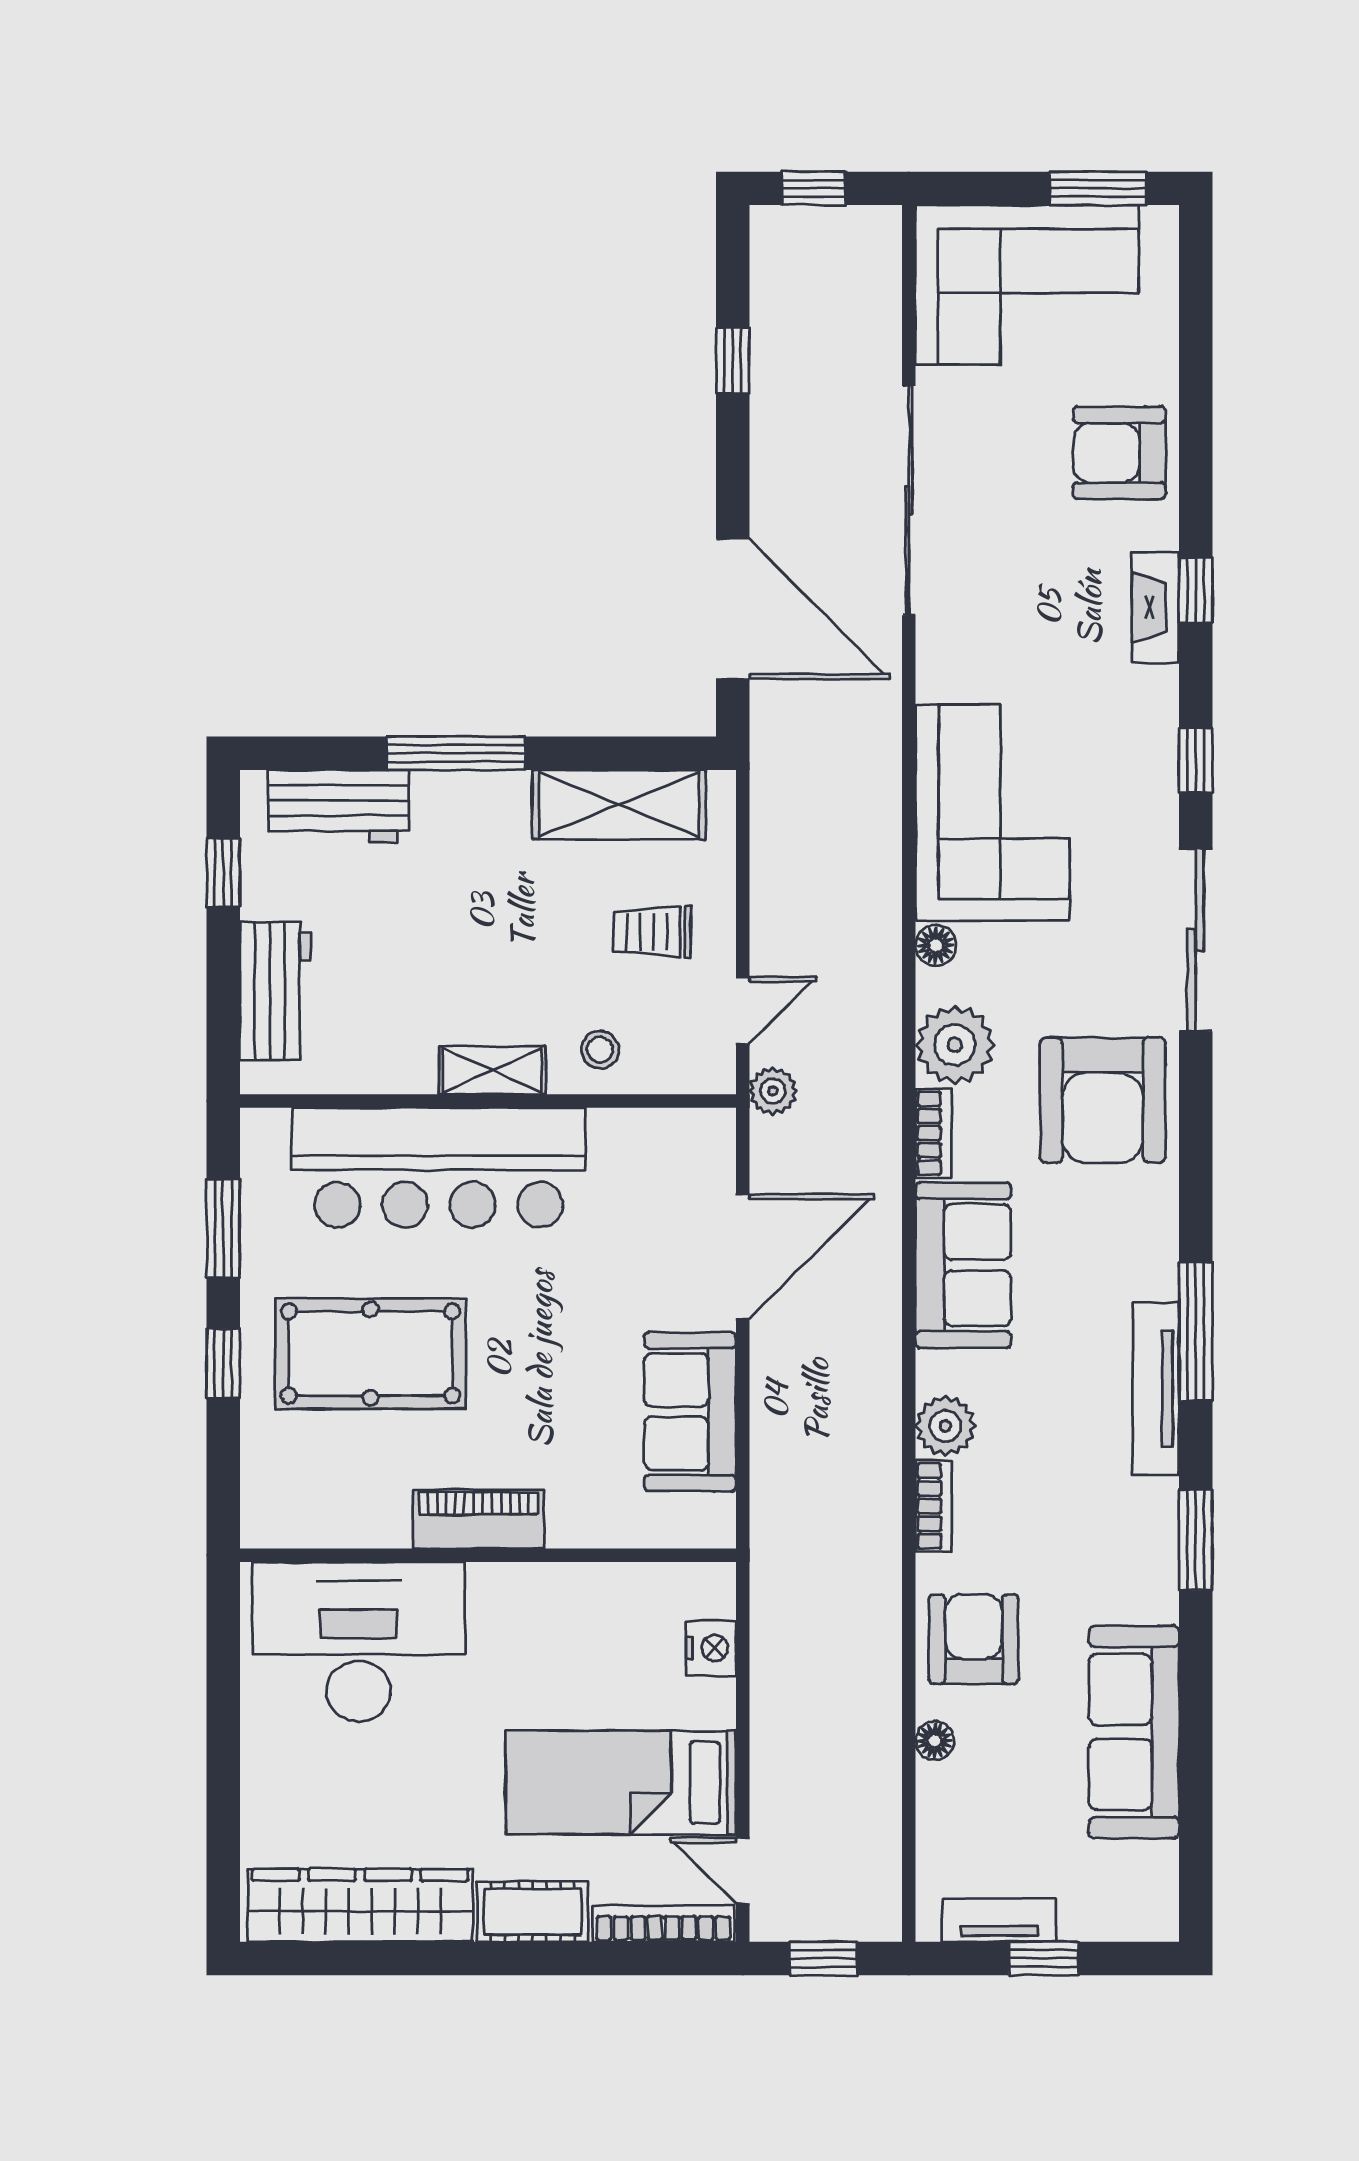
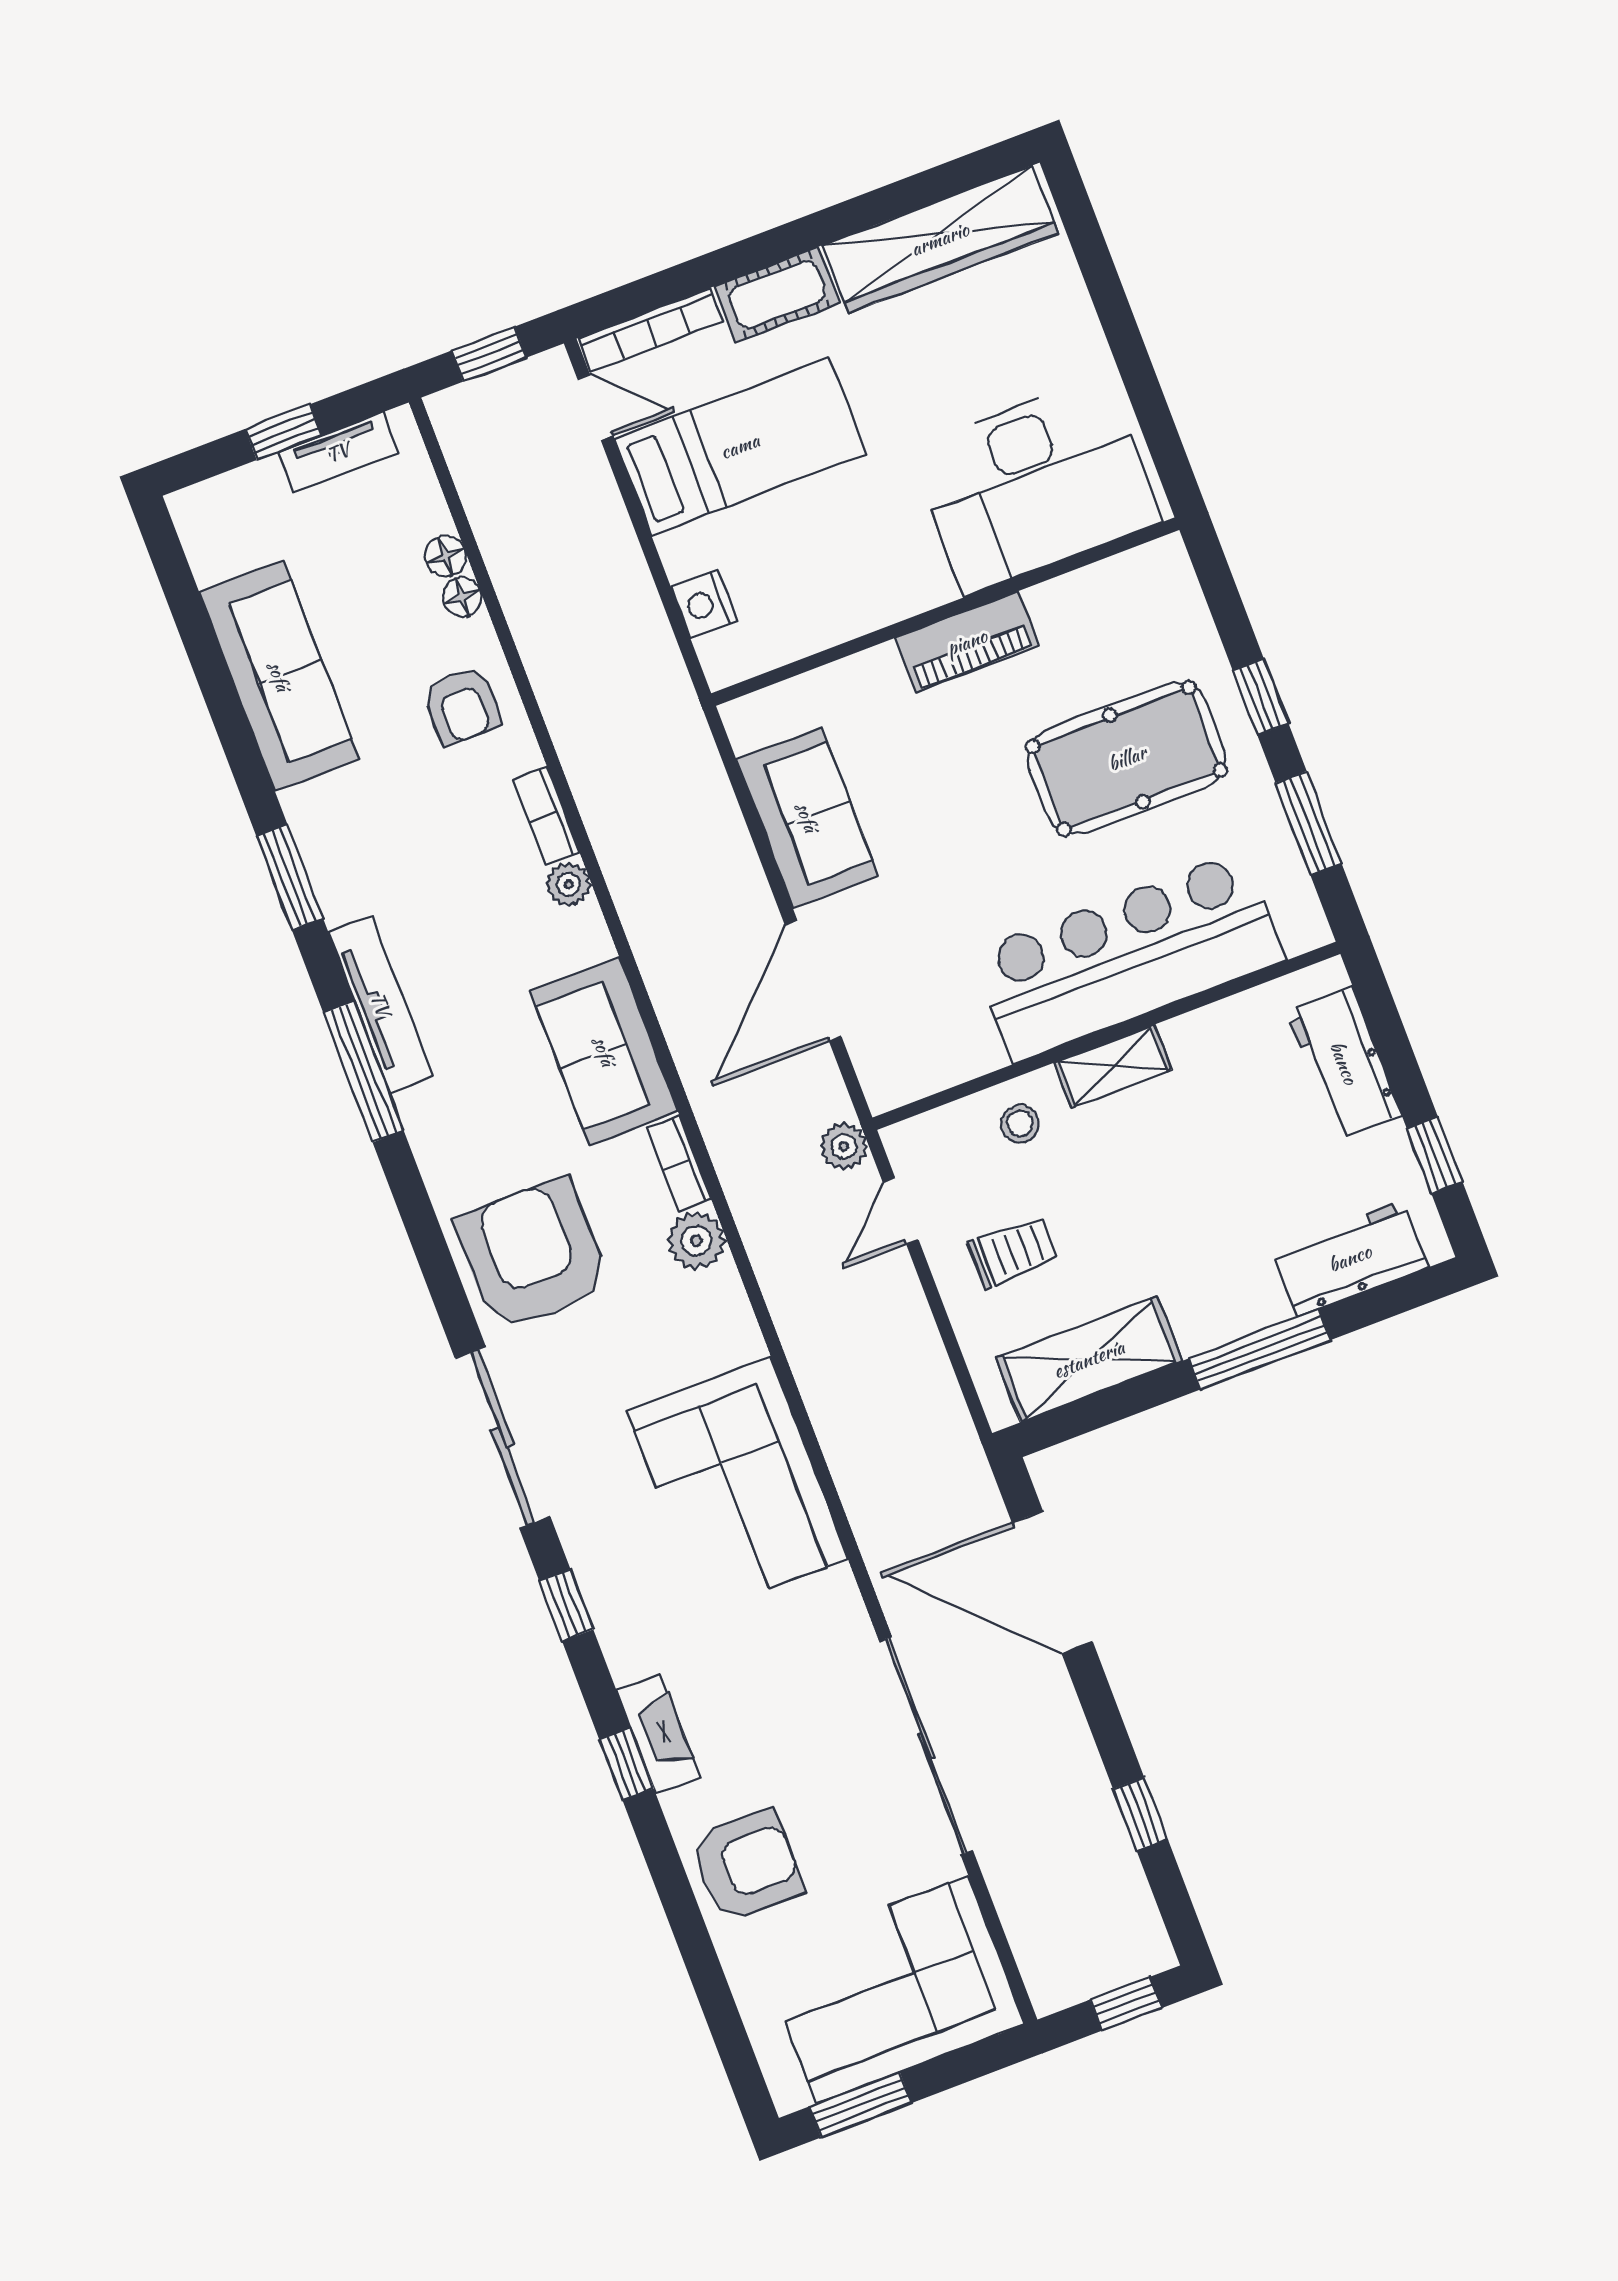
floor lamp: (936, 945) -> (446, 556), moved
plant: (955, 1045) -> (696, 1240), width x0.73, depth x0.73
plant: (945, 1426) -> (569, 884), width x0.73, depth x0.73
armchair: (974, 1639) -> (462, 706), width x0.72, depth x0.72

